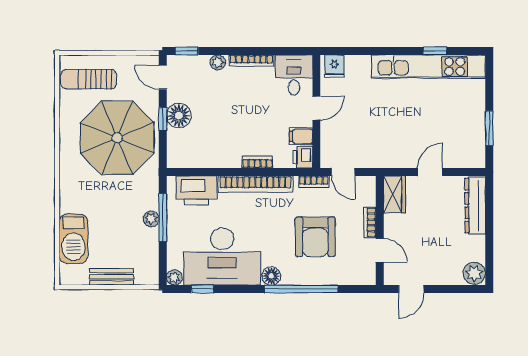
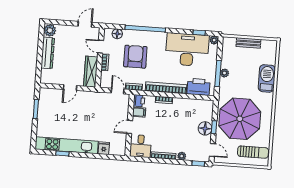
fridge: (334, 66) -> (104, 148), moved
wardrobe: (394, 194) -> (91, 72), width x1.50
dresser: (475, 206) -> (48, 53), moved
barbecue: (73, 239) -> (267, 78), moved
floor lamp: (271, 276) -> (117, 34), moved

